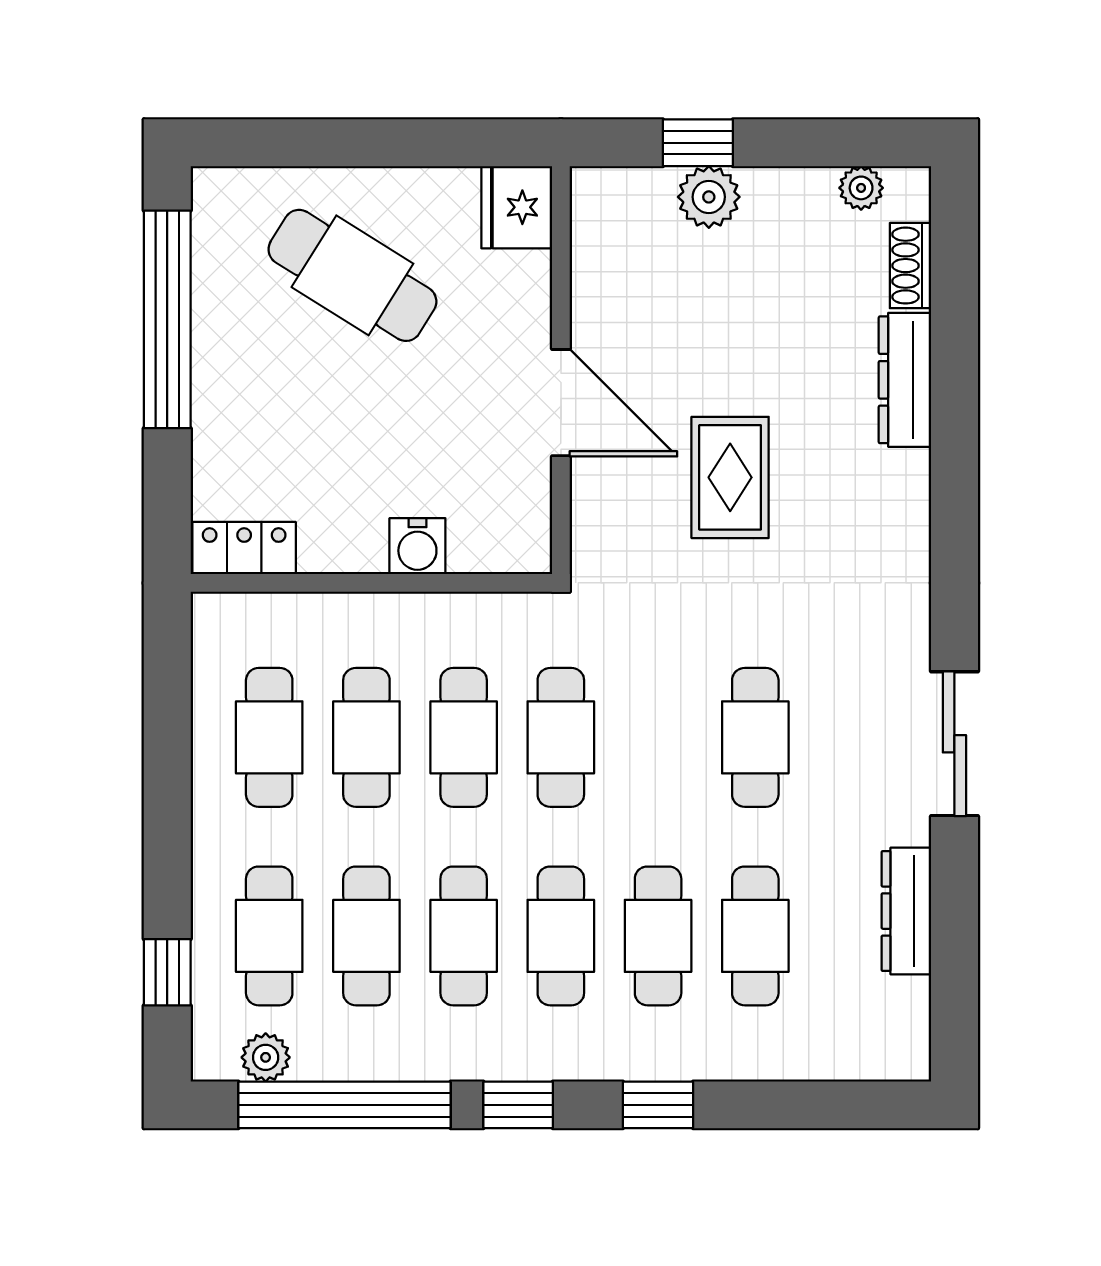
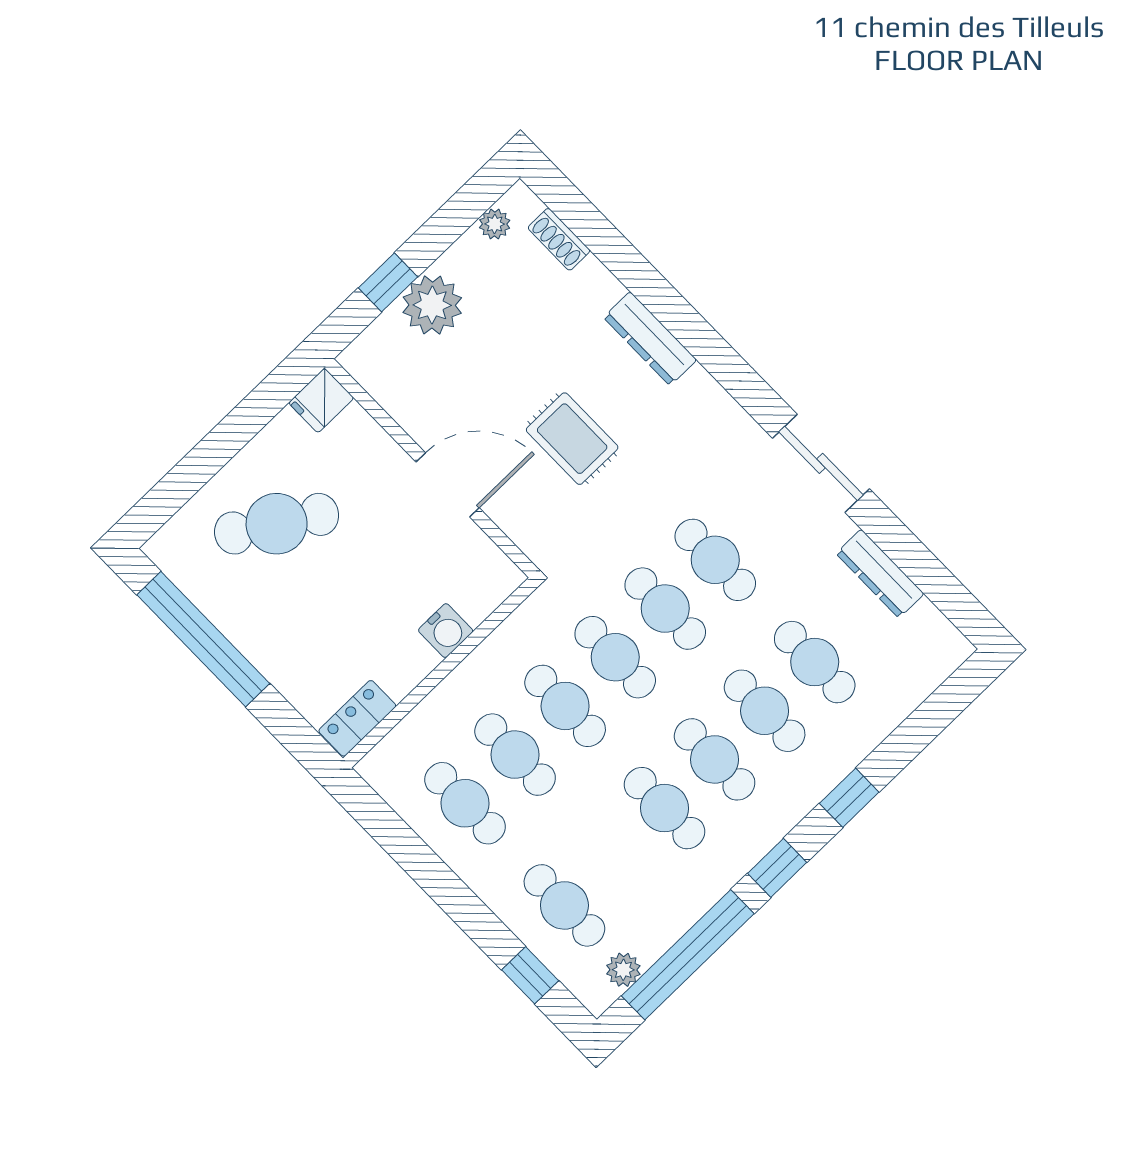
plant: (709, 197) -> (432, 305), width x1.36, depth x1.36
fridge: (517, 207) -> (321, 400), width x0.72
dresser: (905, 380) -> (650, 339), moved
cafe table: (366, 936) -> (665, 609), moved

